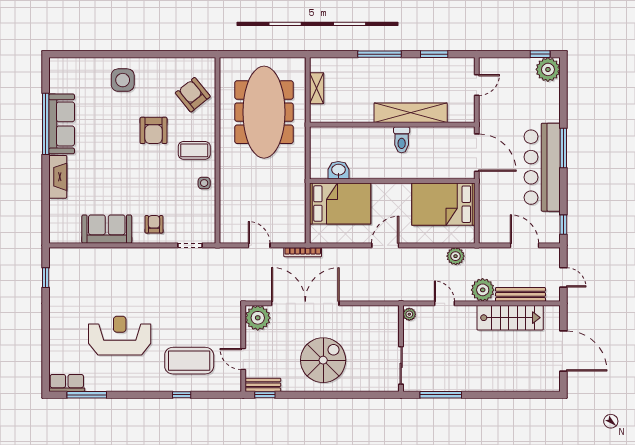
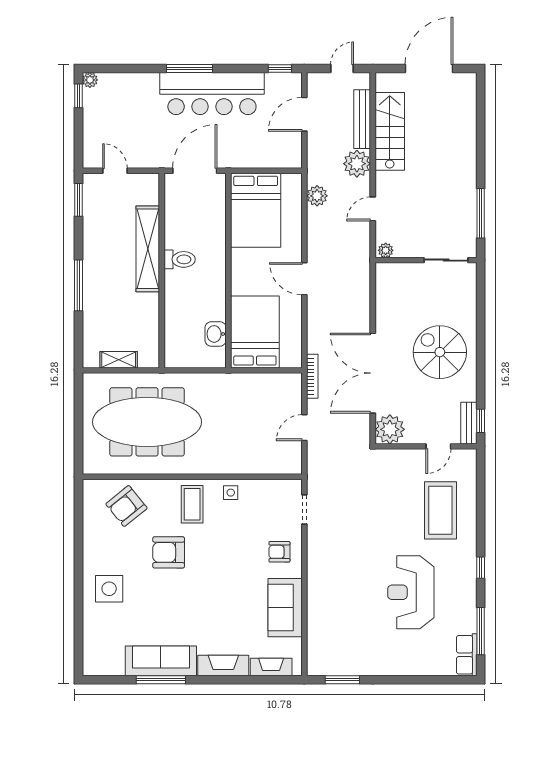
window: (434, 54) -> (79, 200), moved
plant: (548, 69) -> (90, 80), width x0.53, depth x0.53
window: (46, 124) -> (161, 680), width x0.68
armchair: (154, 130) -> (169, 552), turned 180
fireplace: (56, 217) -> (271, 667), added
window: (46, 278) -> (342, 680), width x1.50
window: (182, 395) -> (481, 568), moved

